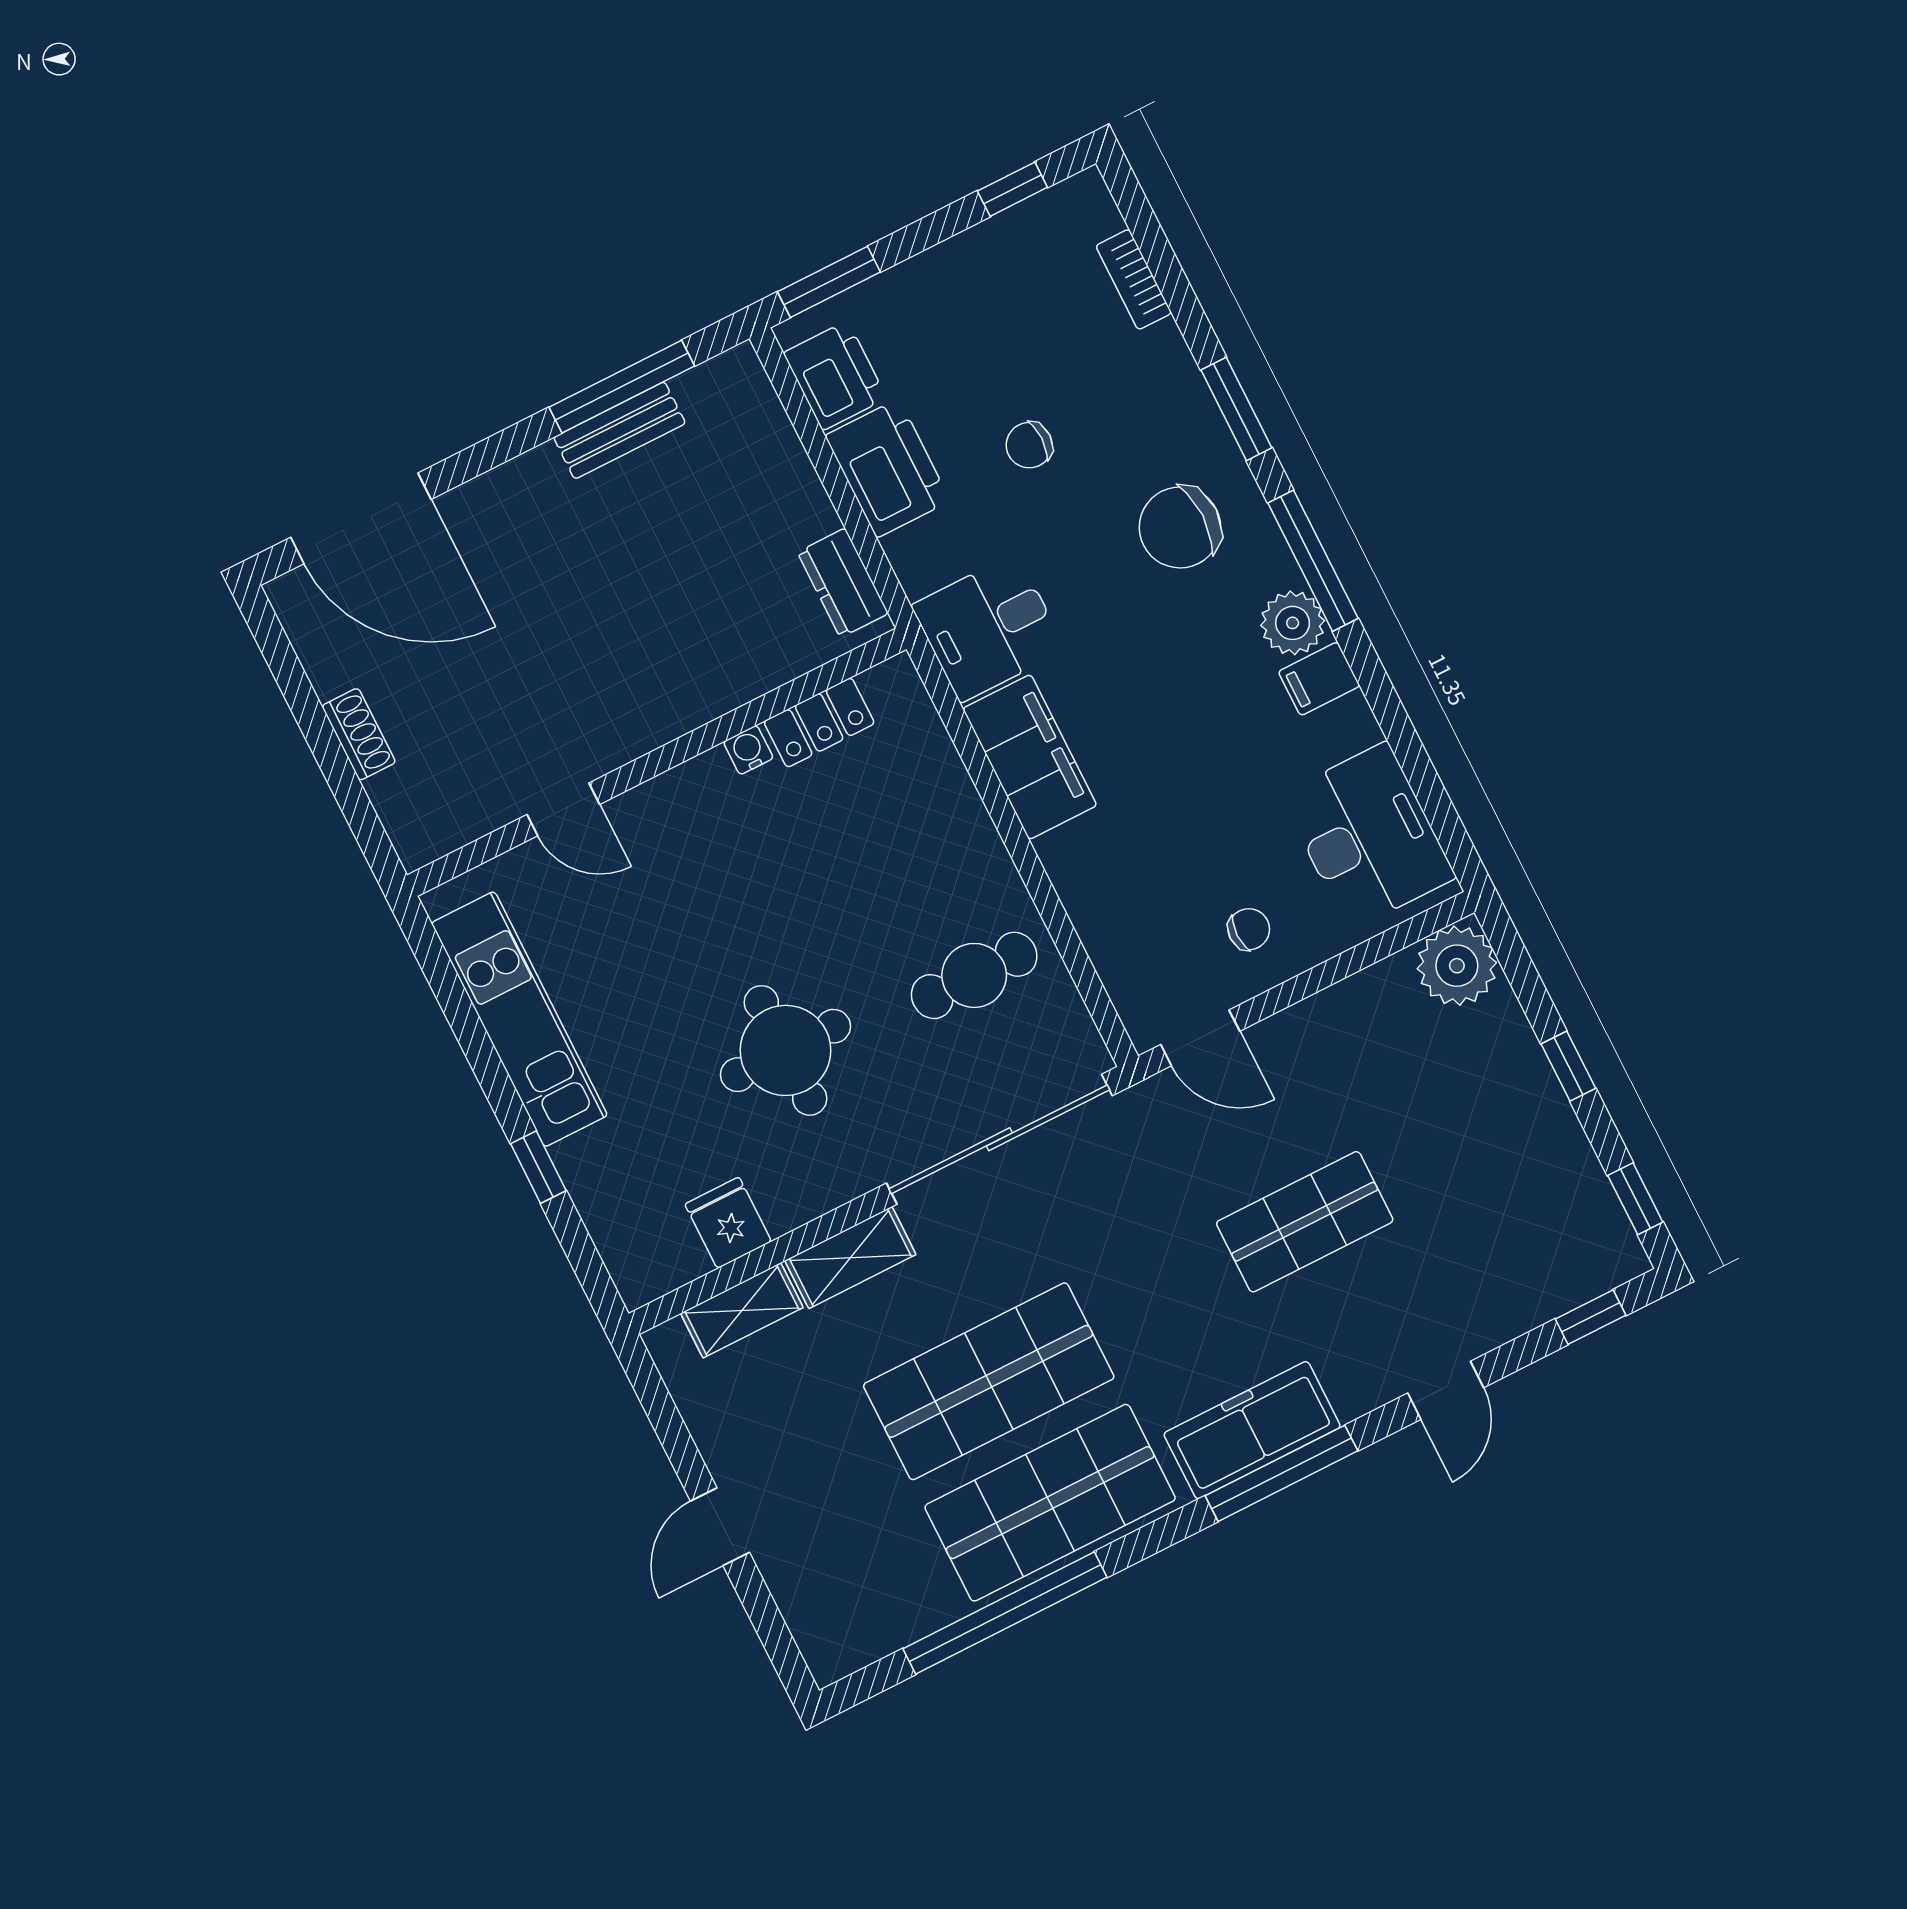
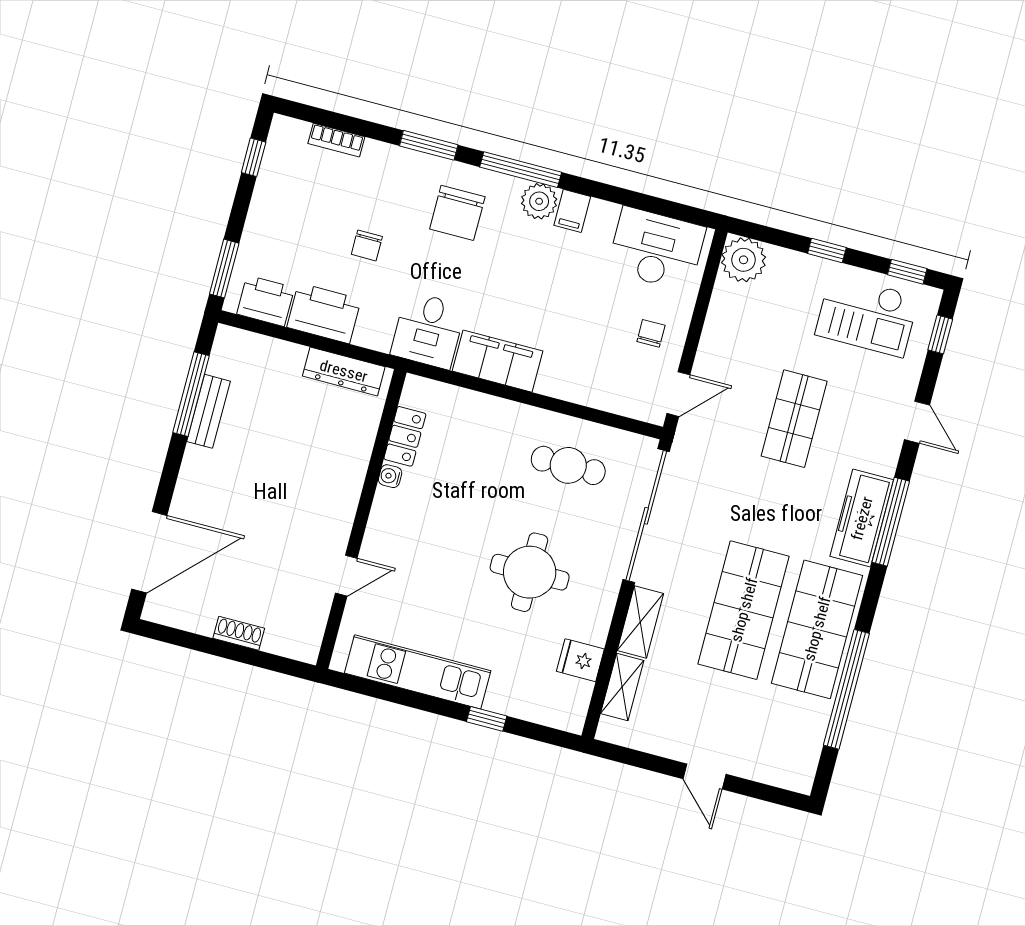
dresser: (843, 583) -> (344, 371), width x1.44
cafe table: (974, 975) -> (568, 465), turned 90
checkout: (1529, 1197) -> (867, 315), added

